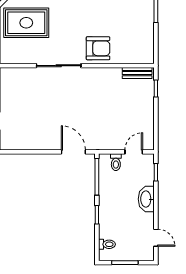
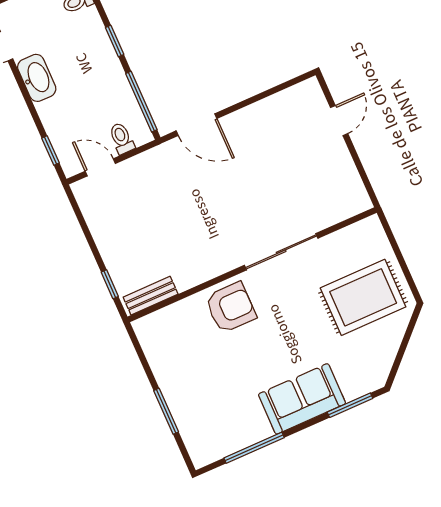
armchair: (98, 48) -> (231, 307), turned 180
door: (134, 152) -> (100, 167), swing flipped
washbasin: (146, 199) -> (37, 78), moved

